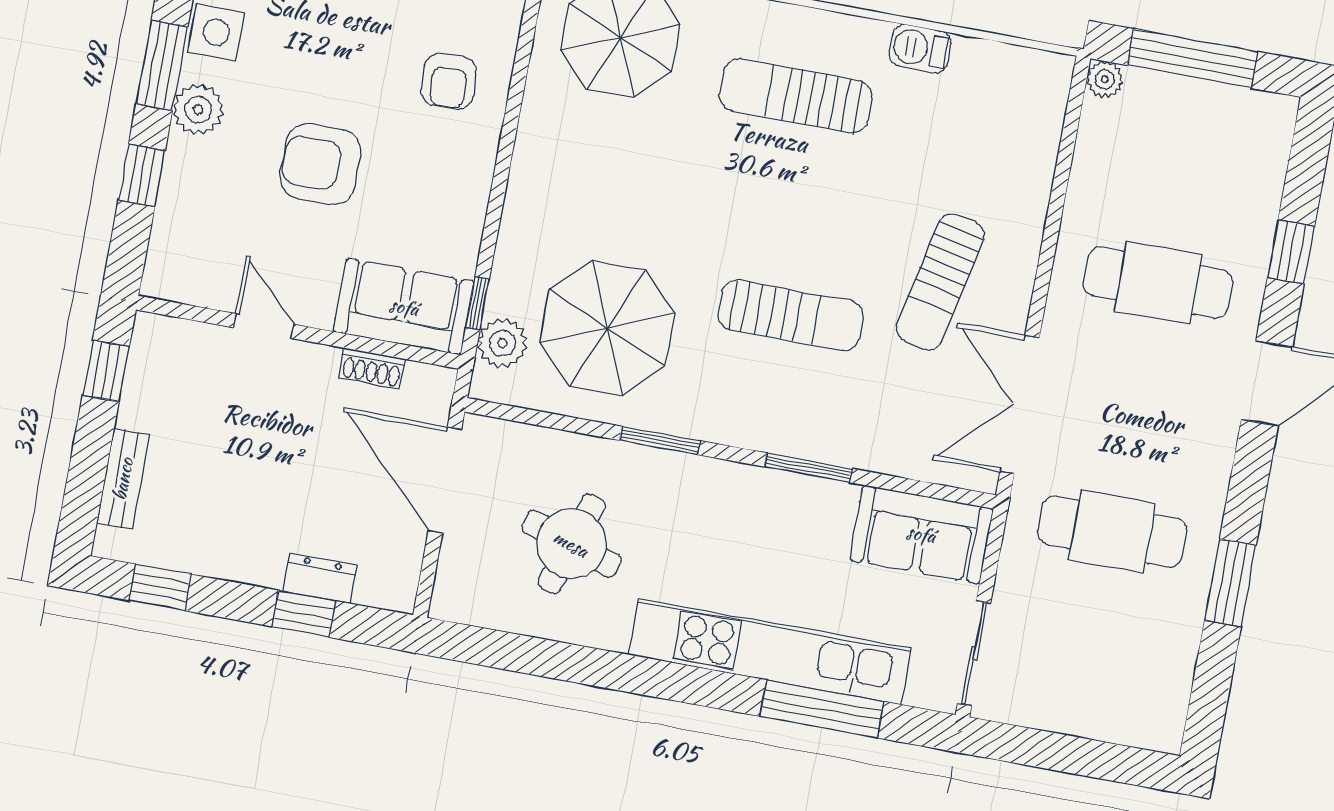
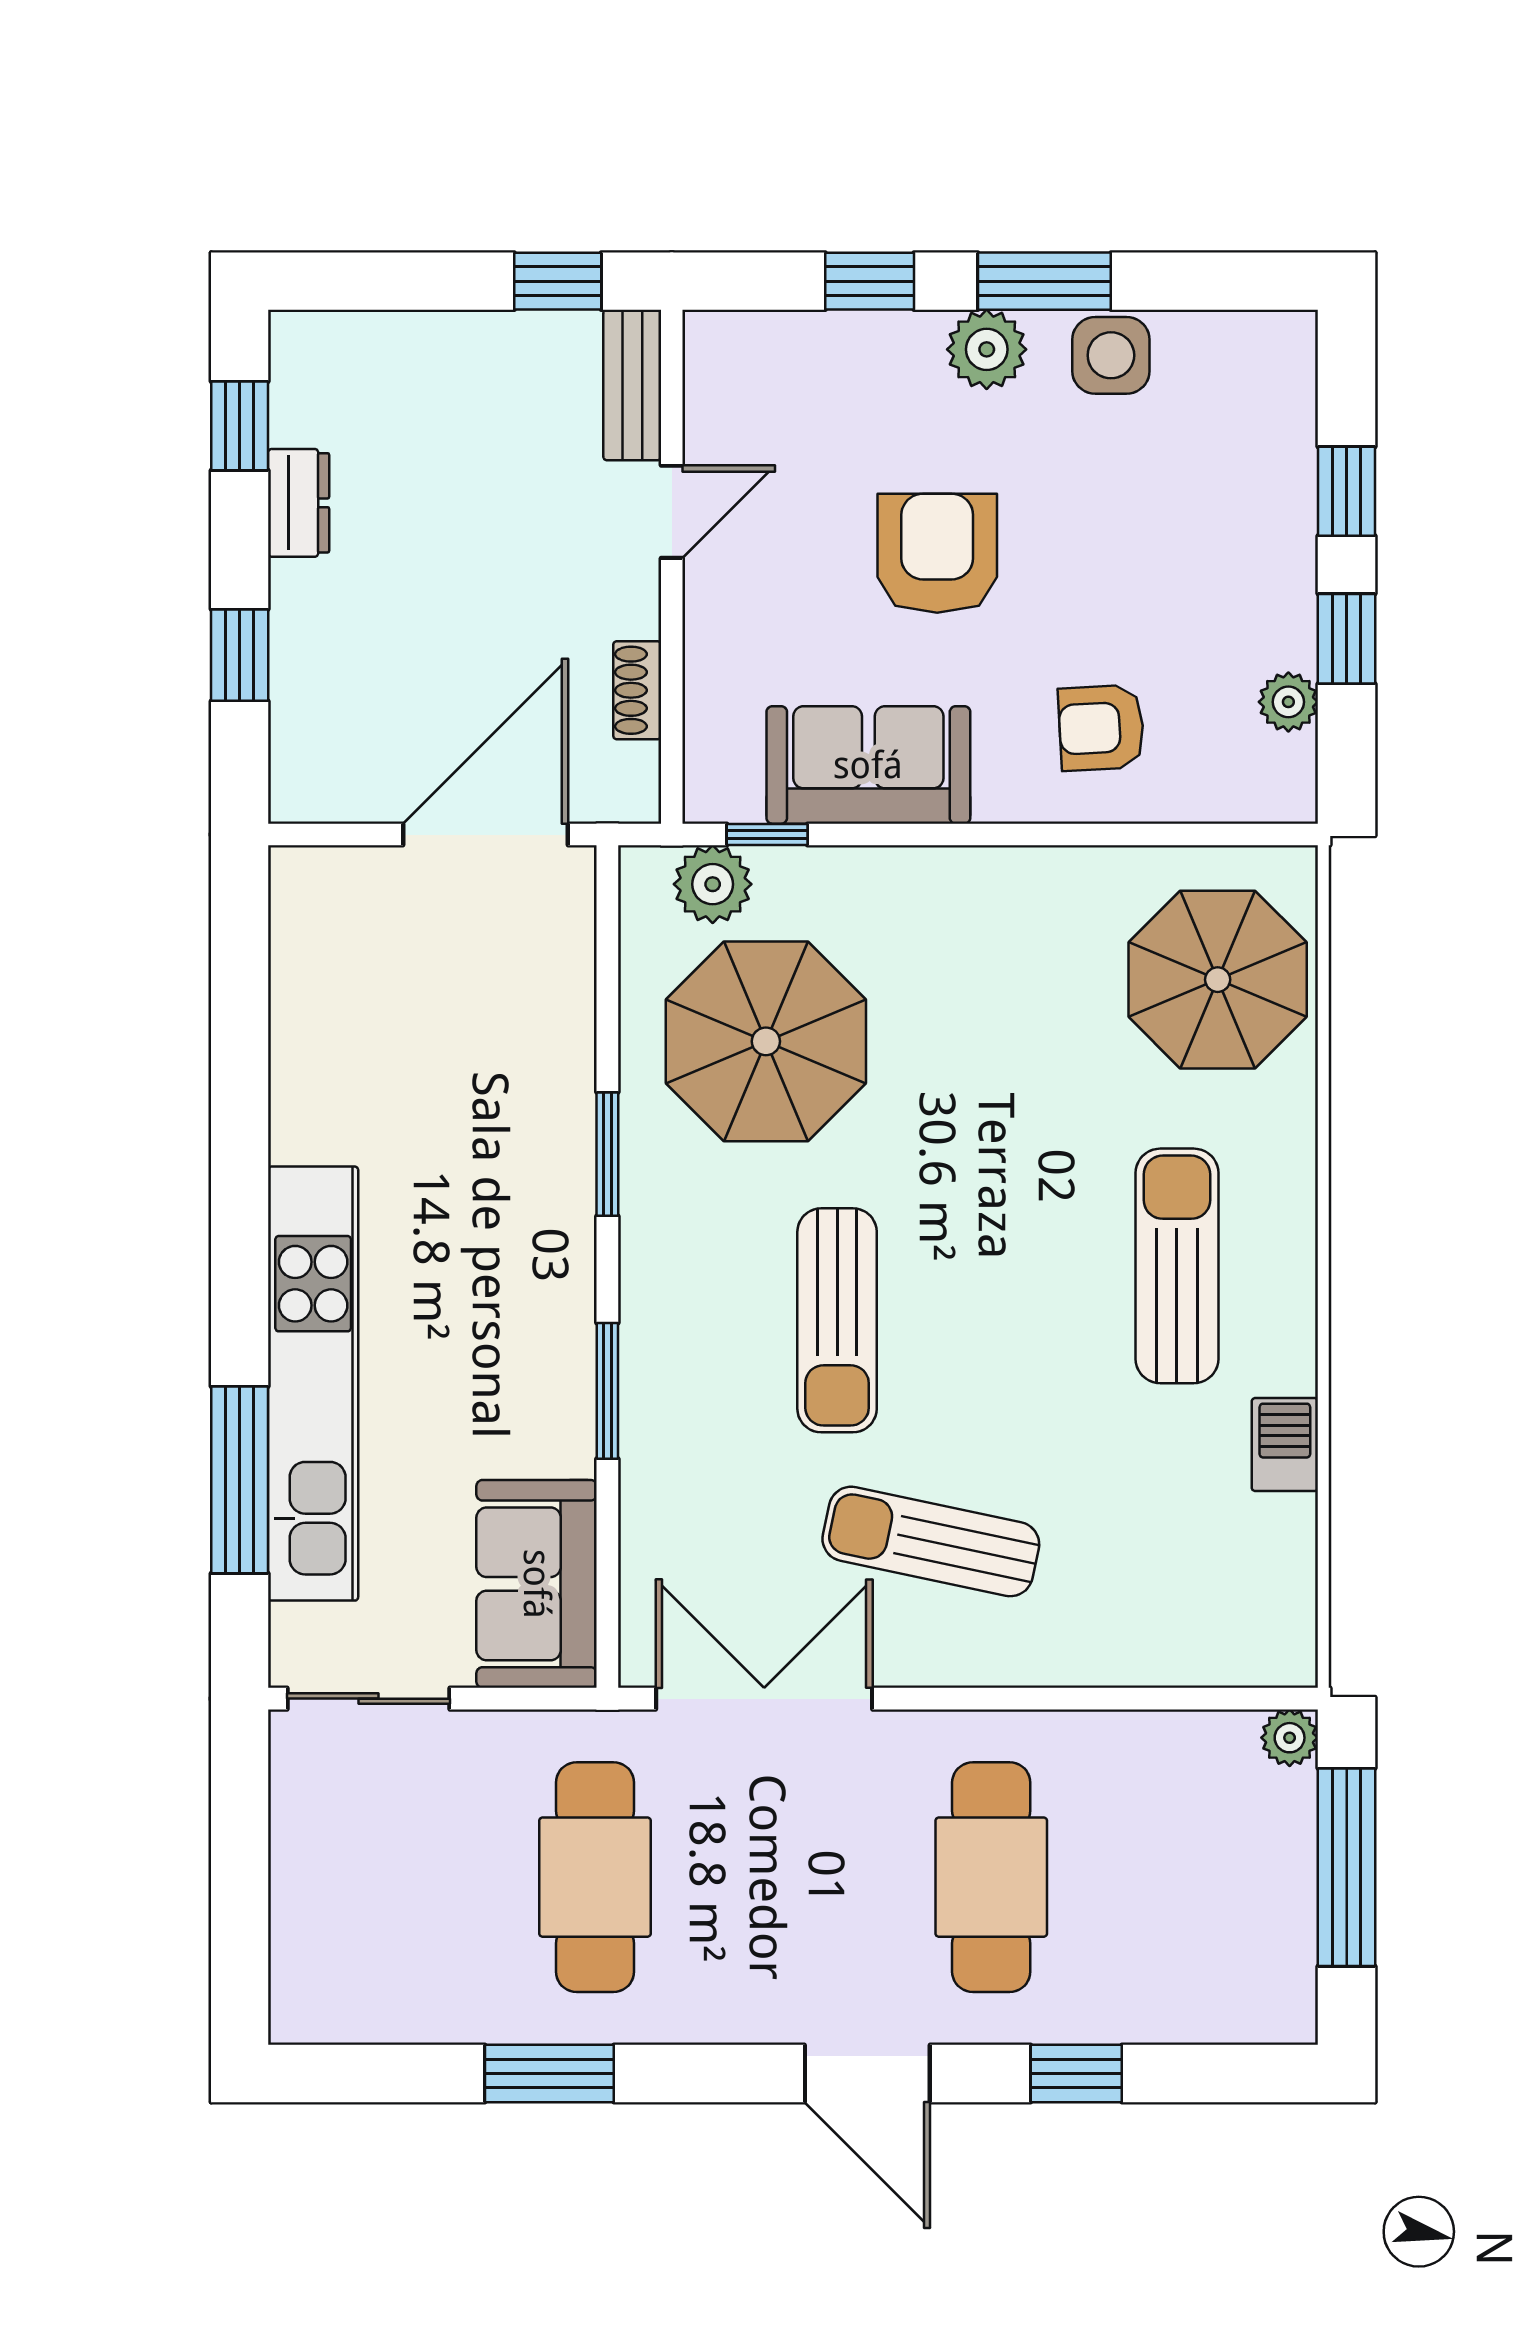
sofa: (404, 307) -> (868, 765), moved, turned -90
bench: (123, 479) -> (632, 385), moved, turned 90
round table: (571, 544) -> (423, 1047), removed
dresser: (320, 579) -> (299, 503), moved

